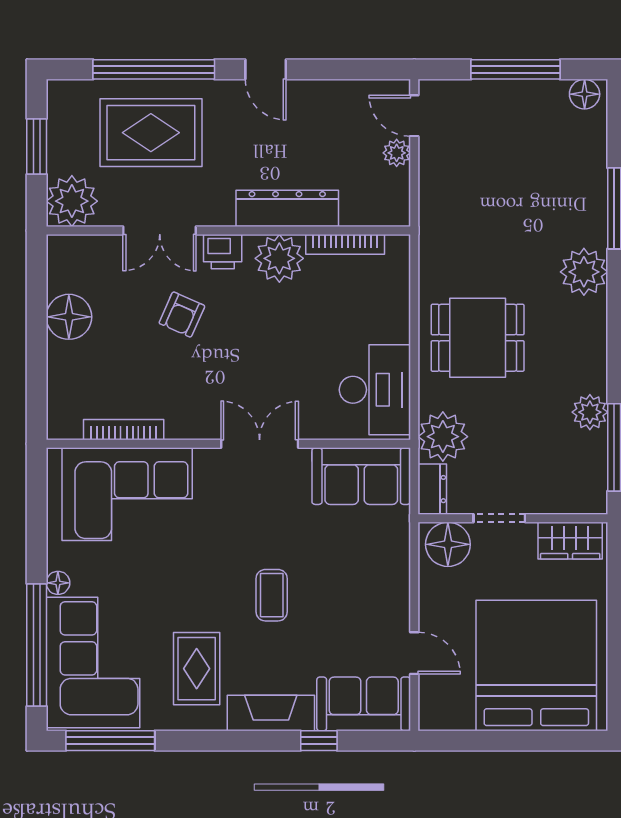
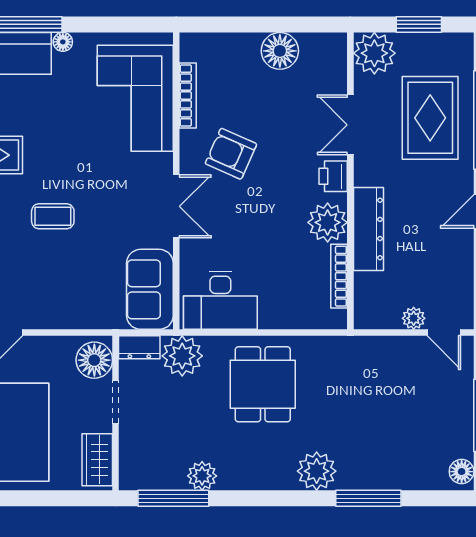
door: (414, 116) -> (444, 333), swing flipped
armchair: (182, 315) -> (231, 154), moved, width x1.38, depth x1.38

